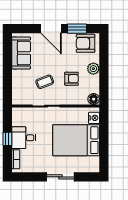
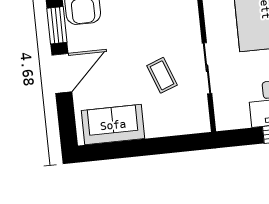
armchair: (72, 79) -> (151, 26), removed

